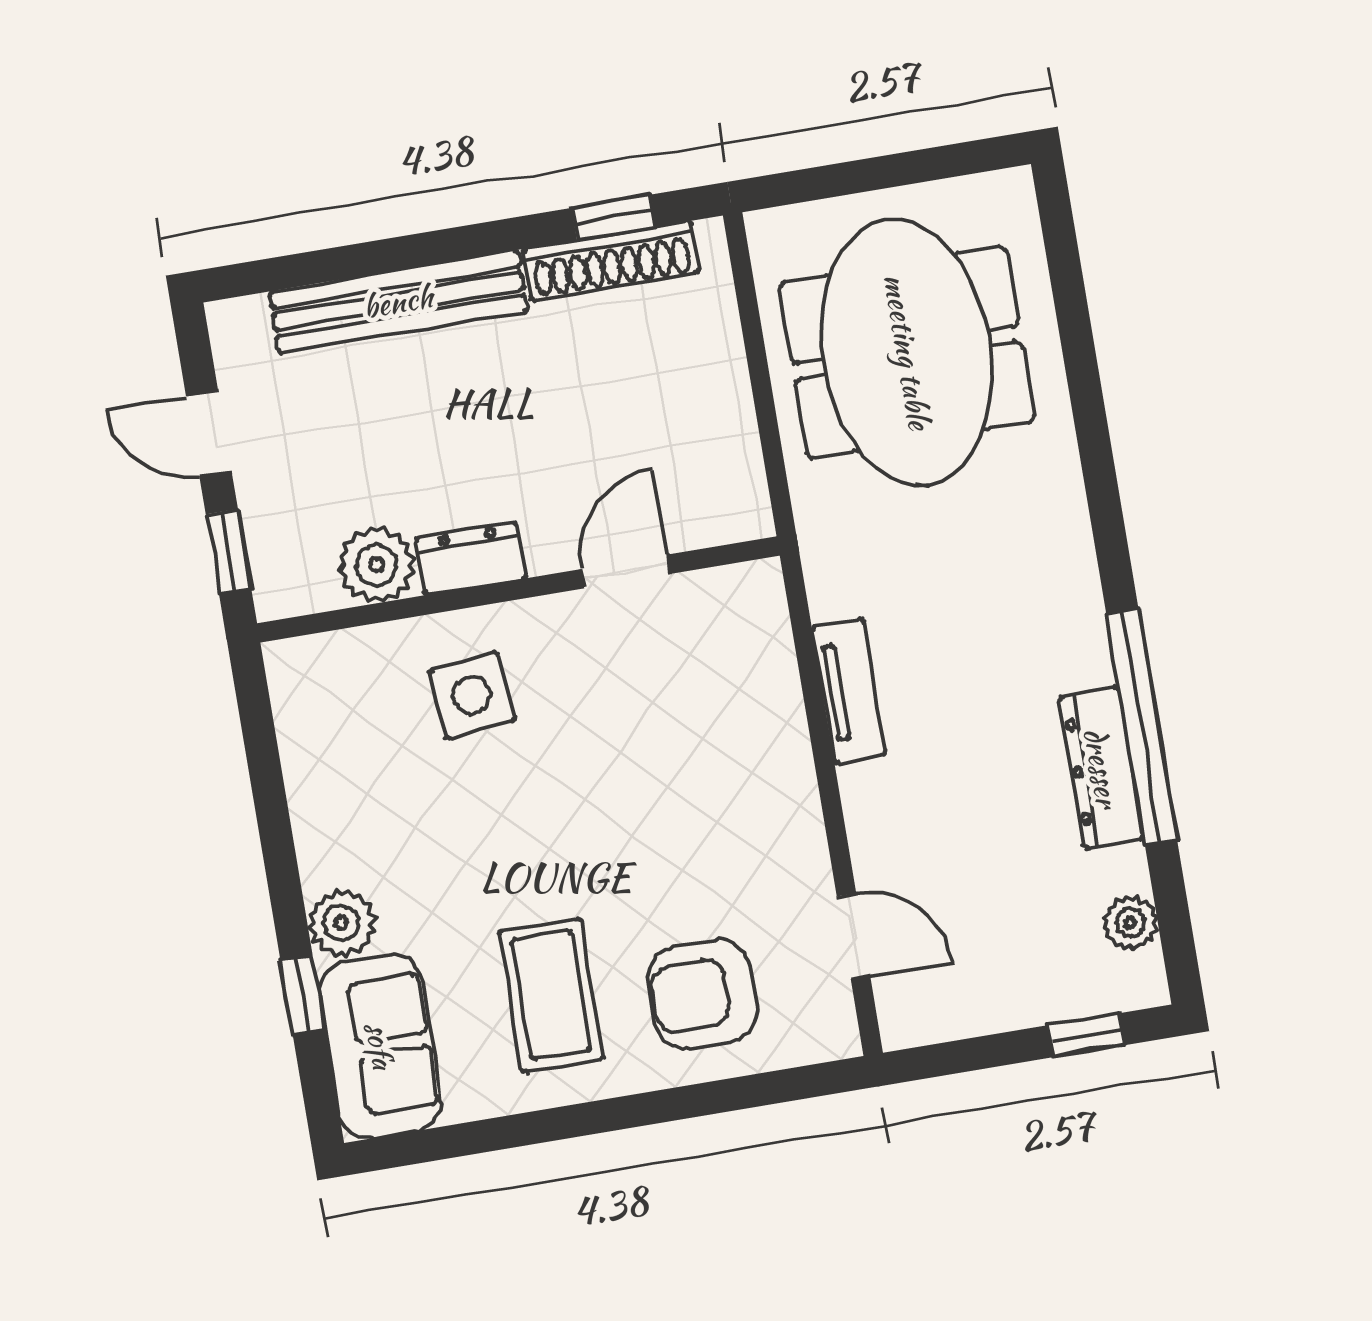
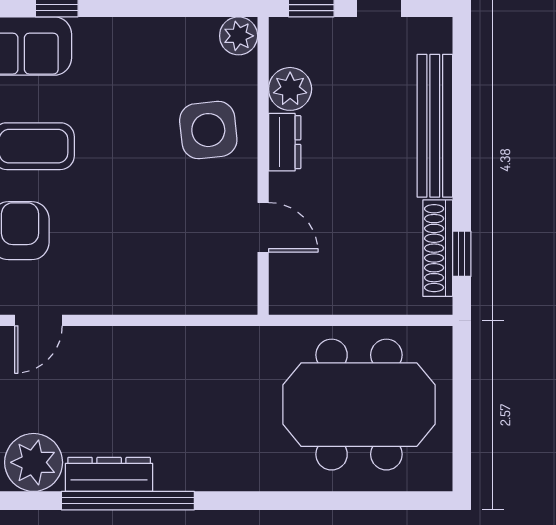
tv unit: (849, 691) -> (176, 341), removed
side table: (472, 695) -> (208, 130), width x1.37, depth x1.37
plant: (341, 923) -> (239, 36), moved
plant: (1130, 923) -> (34, 462), width x1.87, depth x1.87

